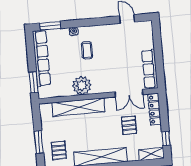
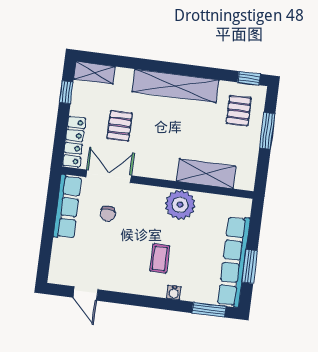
chair: (124, 70) -> (108, 214), added
window: (34, 82) -> (250, 267), moved
shelving: (78, 107) -> (206, 174), width x0.68

